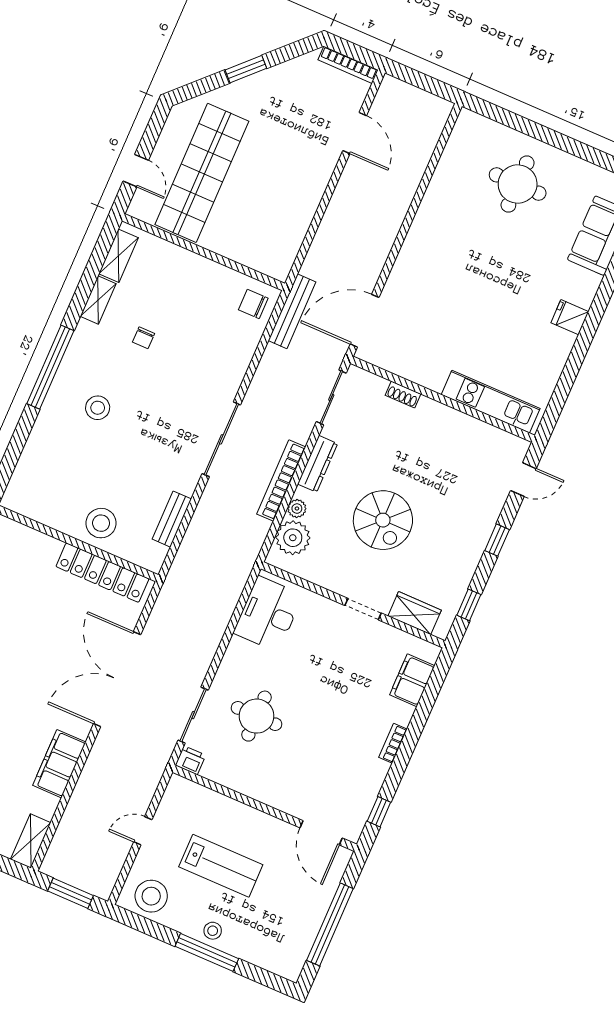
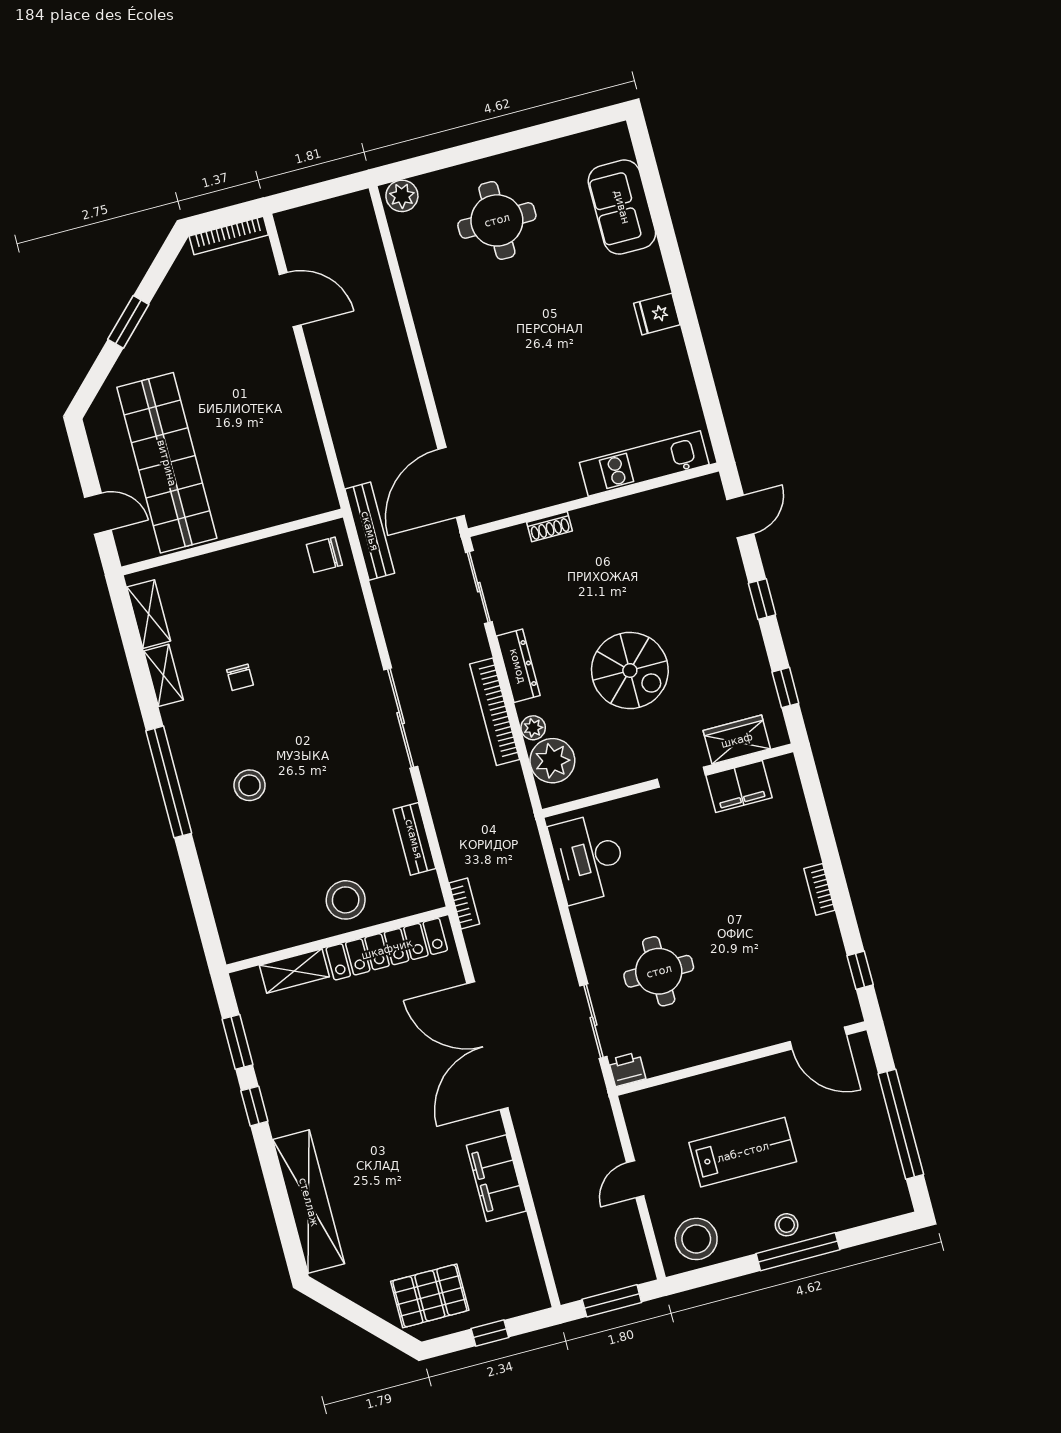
plant: (472, 124) -> (402, 196), added
bookcase: (171, 582) -> (464, 904), added
filing cabinet: (412, 680) -> (739, 787), moved, turned -90
shelving: (31, 841) -> (294, 971), moved, turned 90

